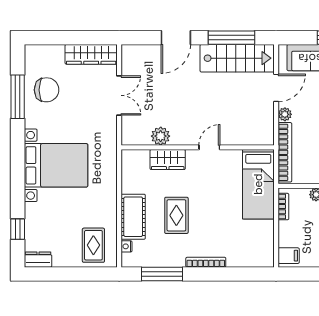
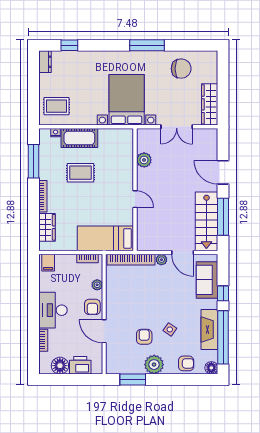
chair: (47, 90) -> (181, 69), turned -90
window: (18, 97) -> (147, 45), moved
wardrobe: (168, 160) -> (47, 227), moved, turned 180
bed with nightstands: (56, 165) -> (127, 100), moved, turned 180

